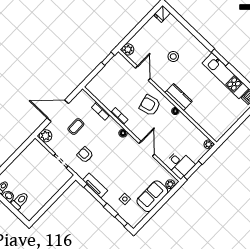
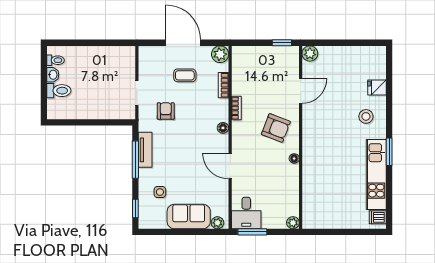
fridge: (162, 14) -> (377, 88), moved
stool: (173, 56) -> (366, 116), moved
kitchen counter: (179, 97) -> (311, 148), removed
armchair: (150, 105) -> (276, 128), turned 125
plant: (45, 136) -> (220, 54), moved
door: (147, 149) -> (230, 166), swing flipped

